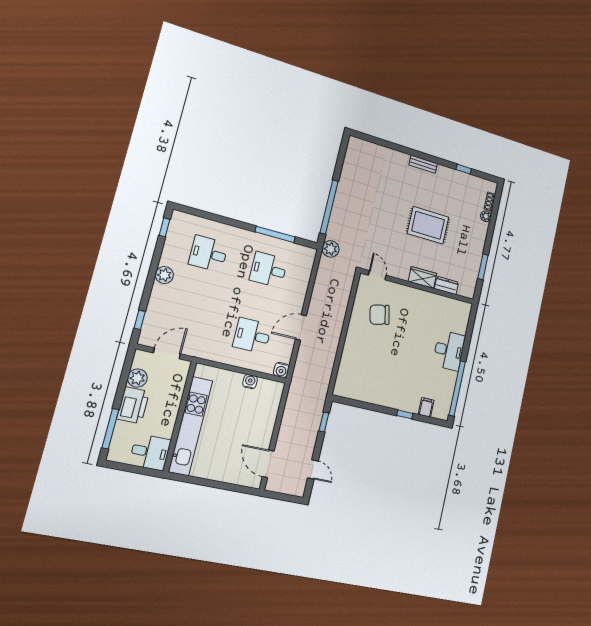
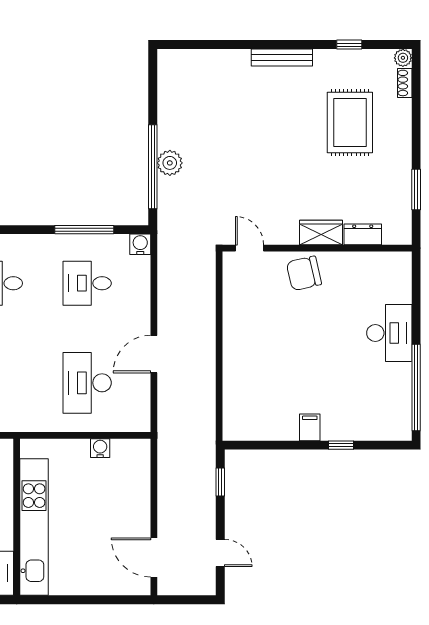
bench: (423, 164) -> (282, 57), width x1.36
plant: (486, 216) -> (403, 58), moved
rug: (428, 225) -> (350, 123), moved, turned 90
plant: (331, 249) -> (170, 163), moved
chair: (380, 315) -> (304, 273), moved
desk: (252, 336) -> (87, 383), width x1.37
water cooler: (281, 370) -> (140, 244), moved, turned 180
filing cabinet: (426, 407) -> (310, 427), moved

